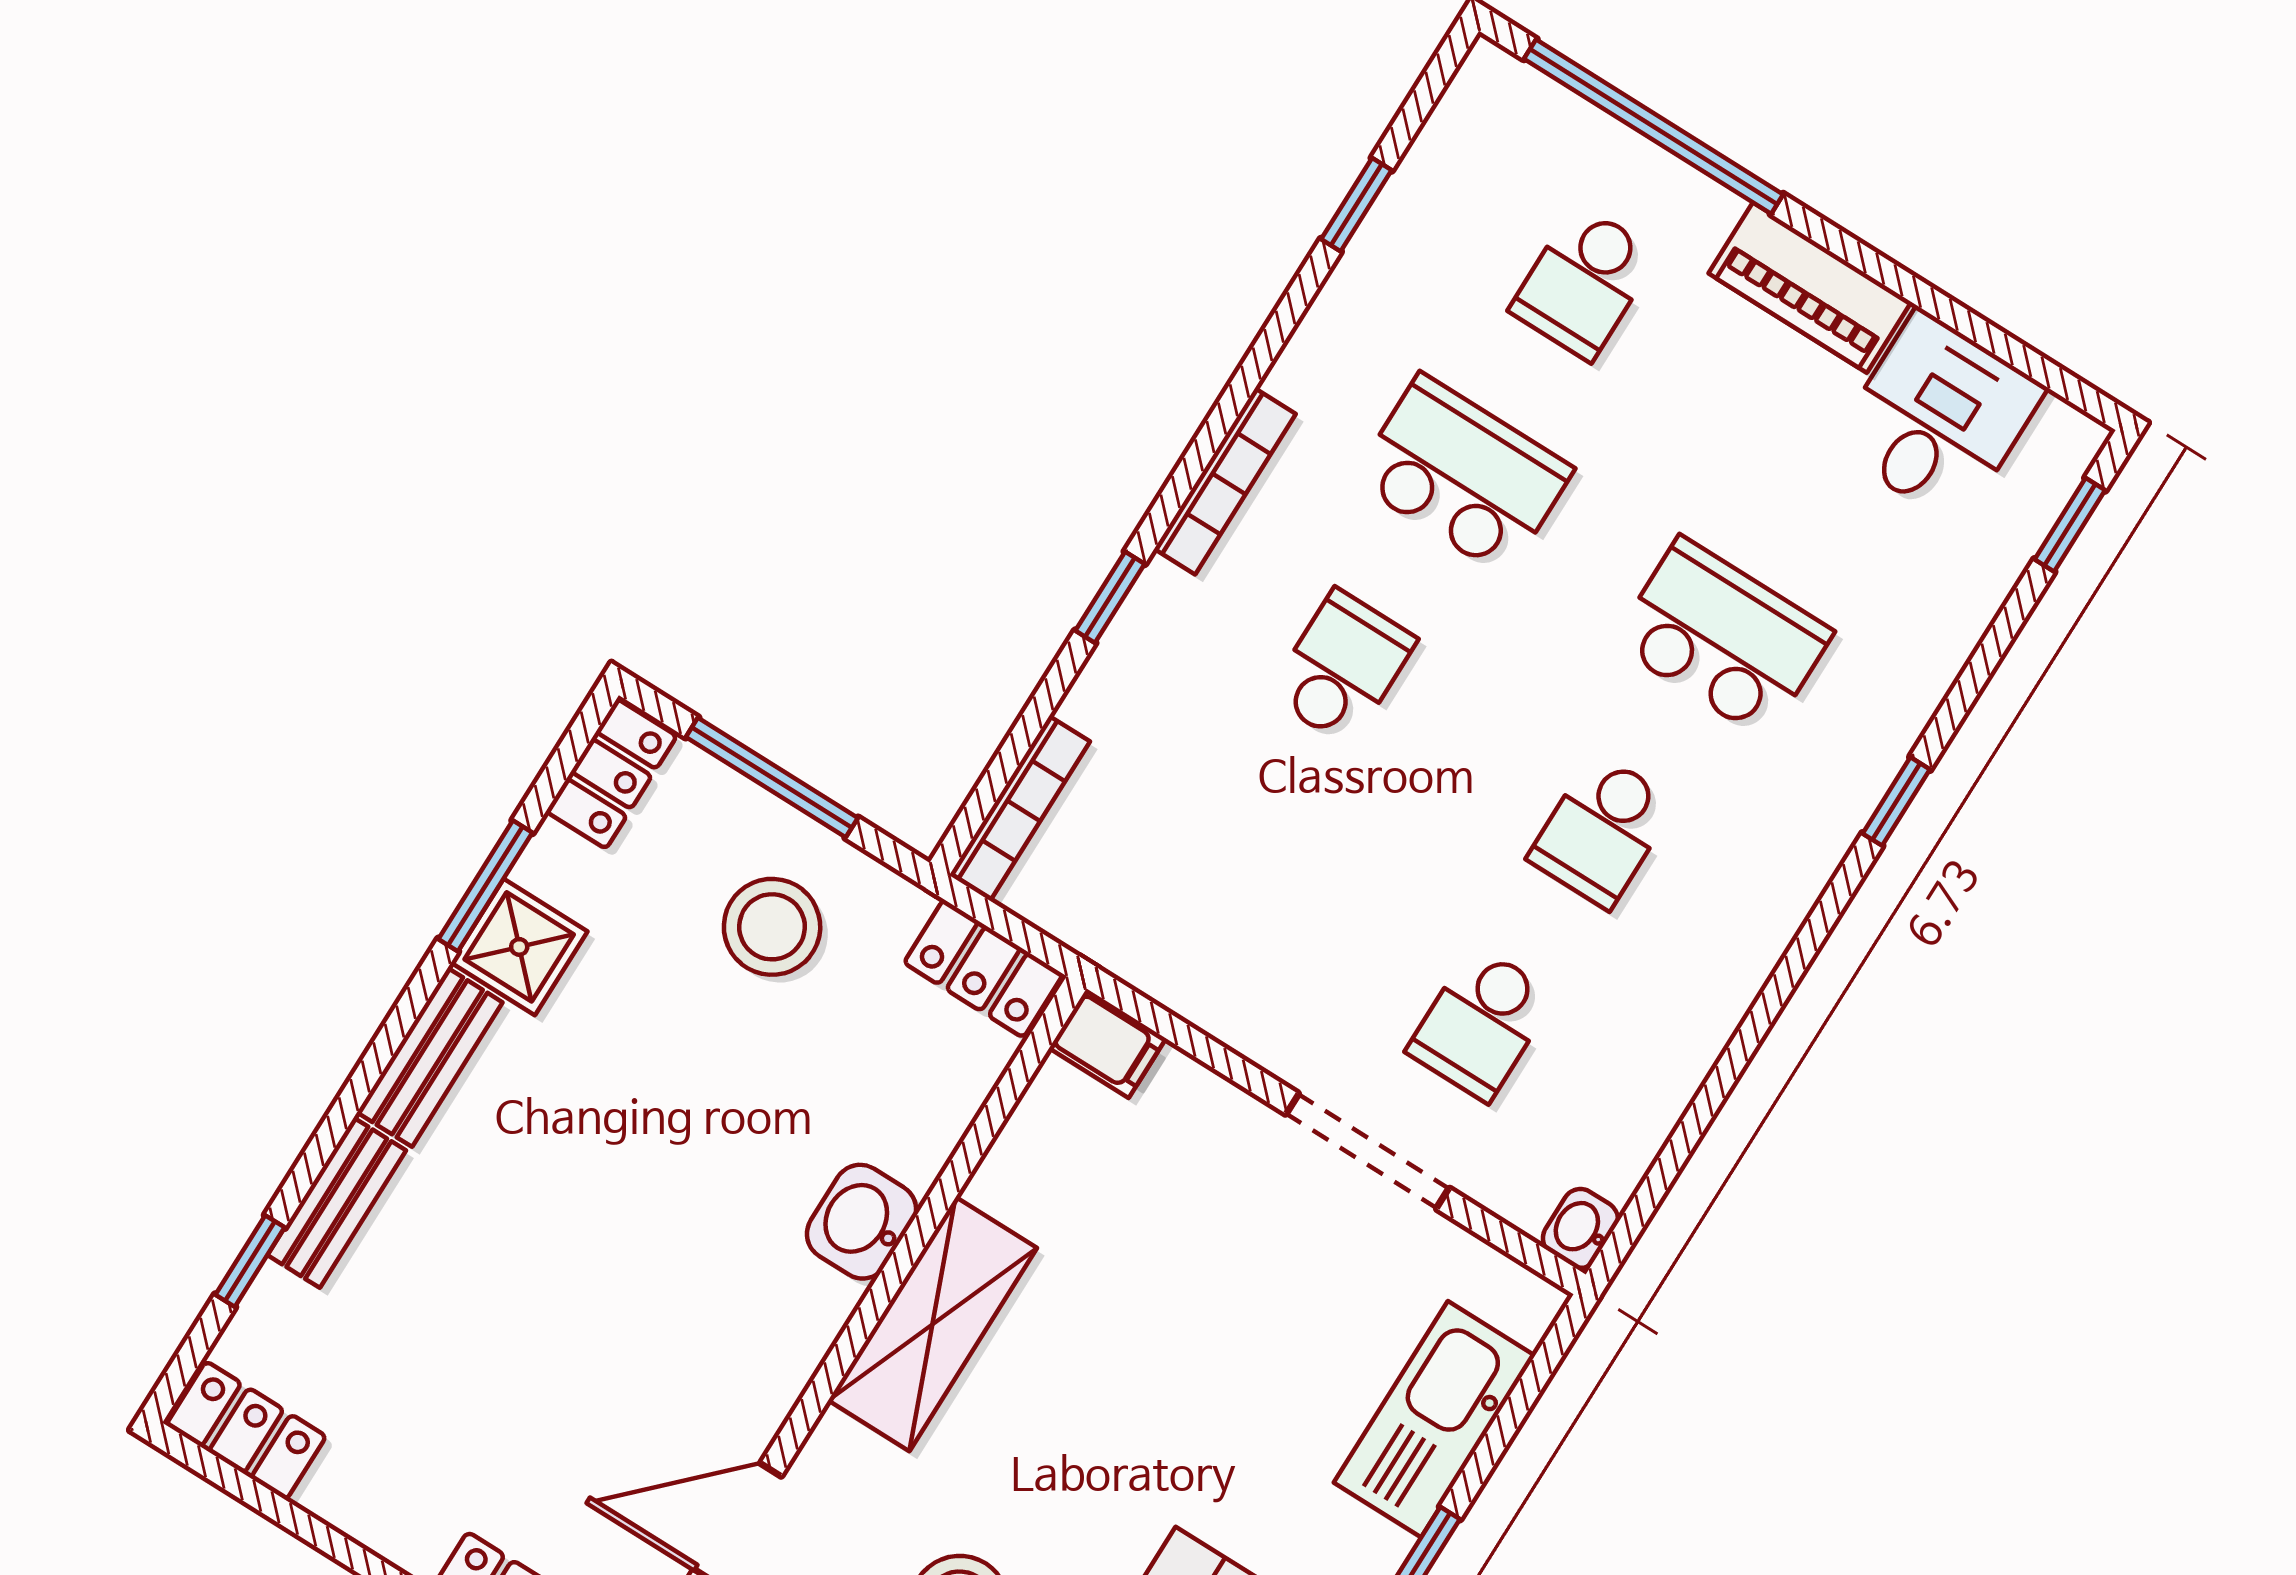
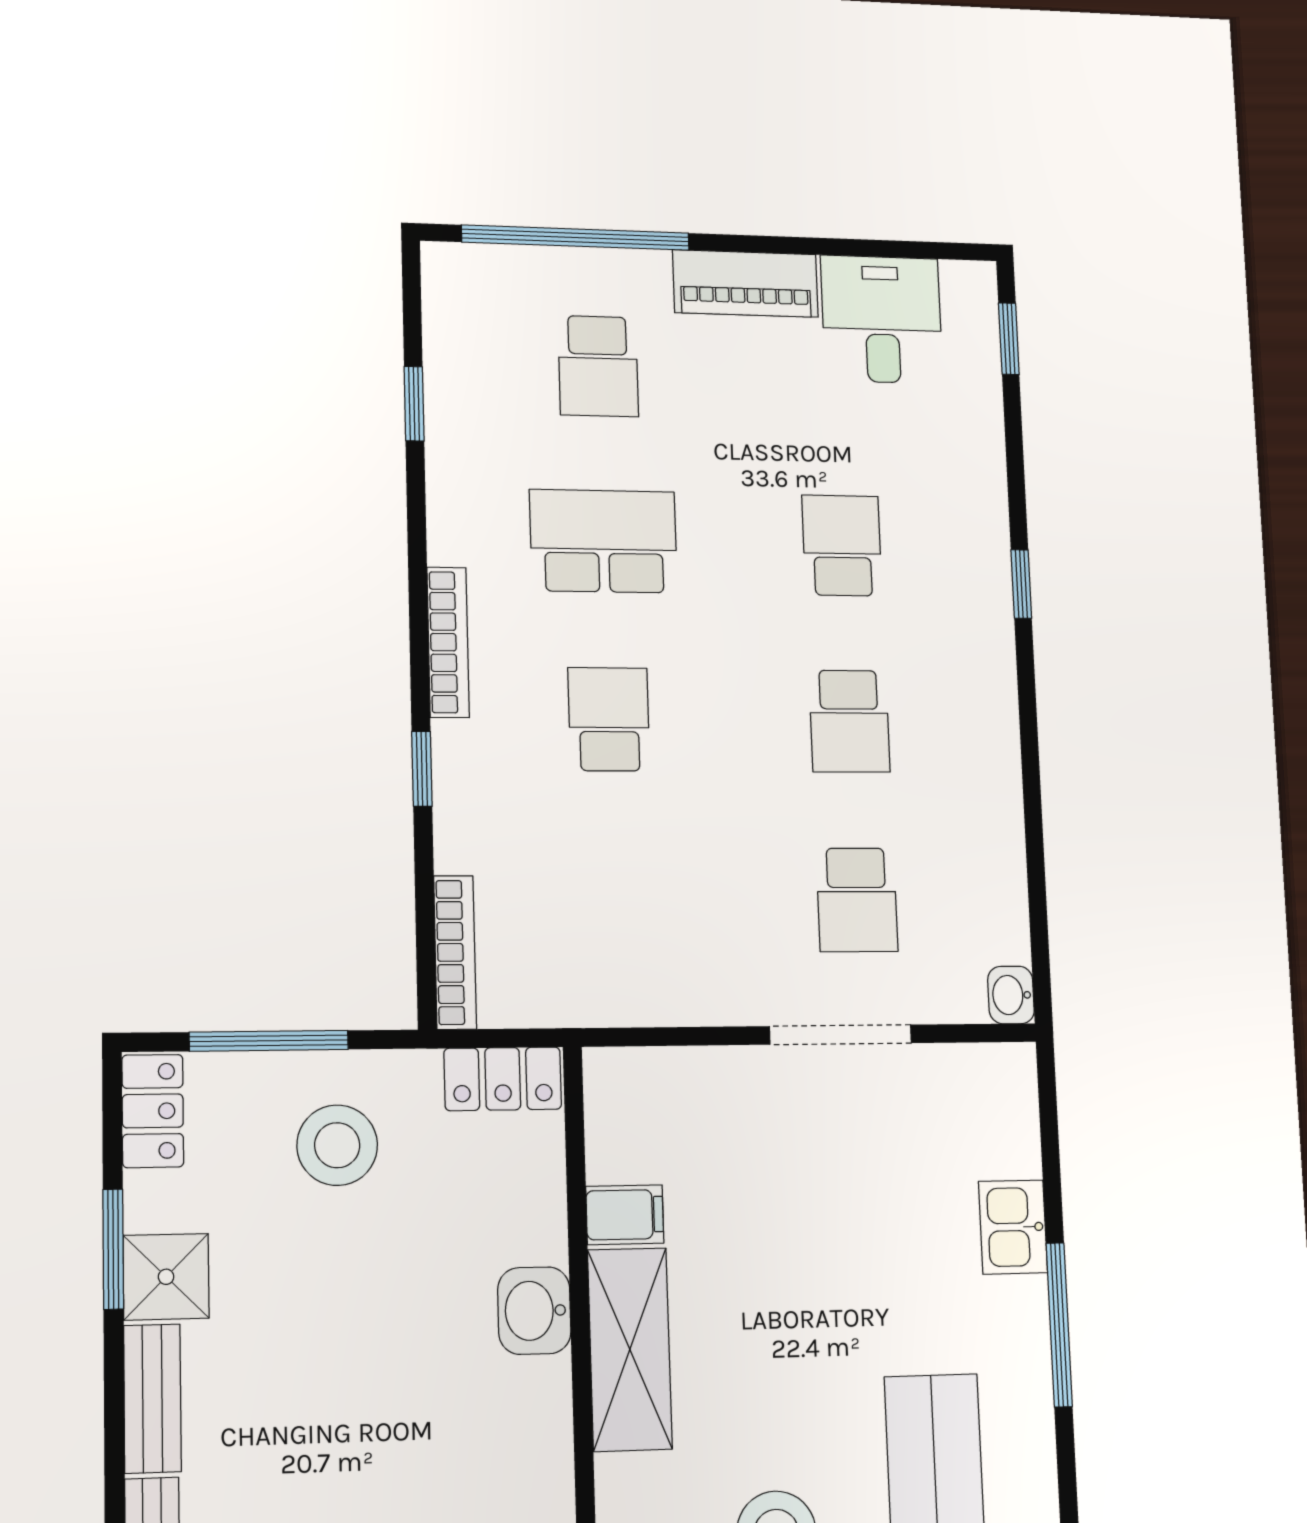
school desk: (1723, 638) -> (842, 546), width x0.54
filing cabinet: (1107, 1043) -> (625, 1215), moved
kitchen sink: (1434, 1419) -> (1013, 1227), width x0.53, depth x0.81

